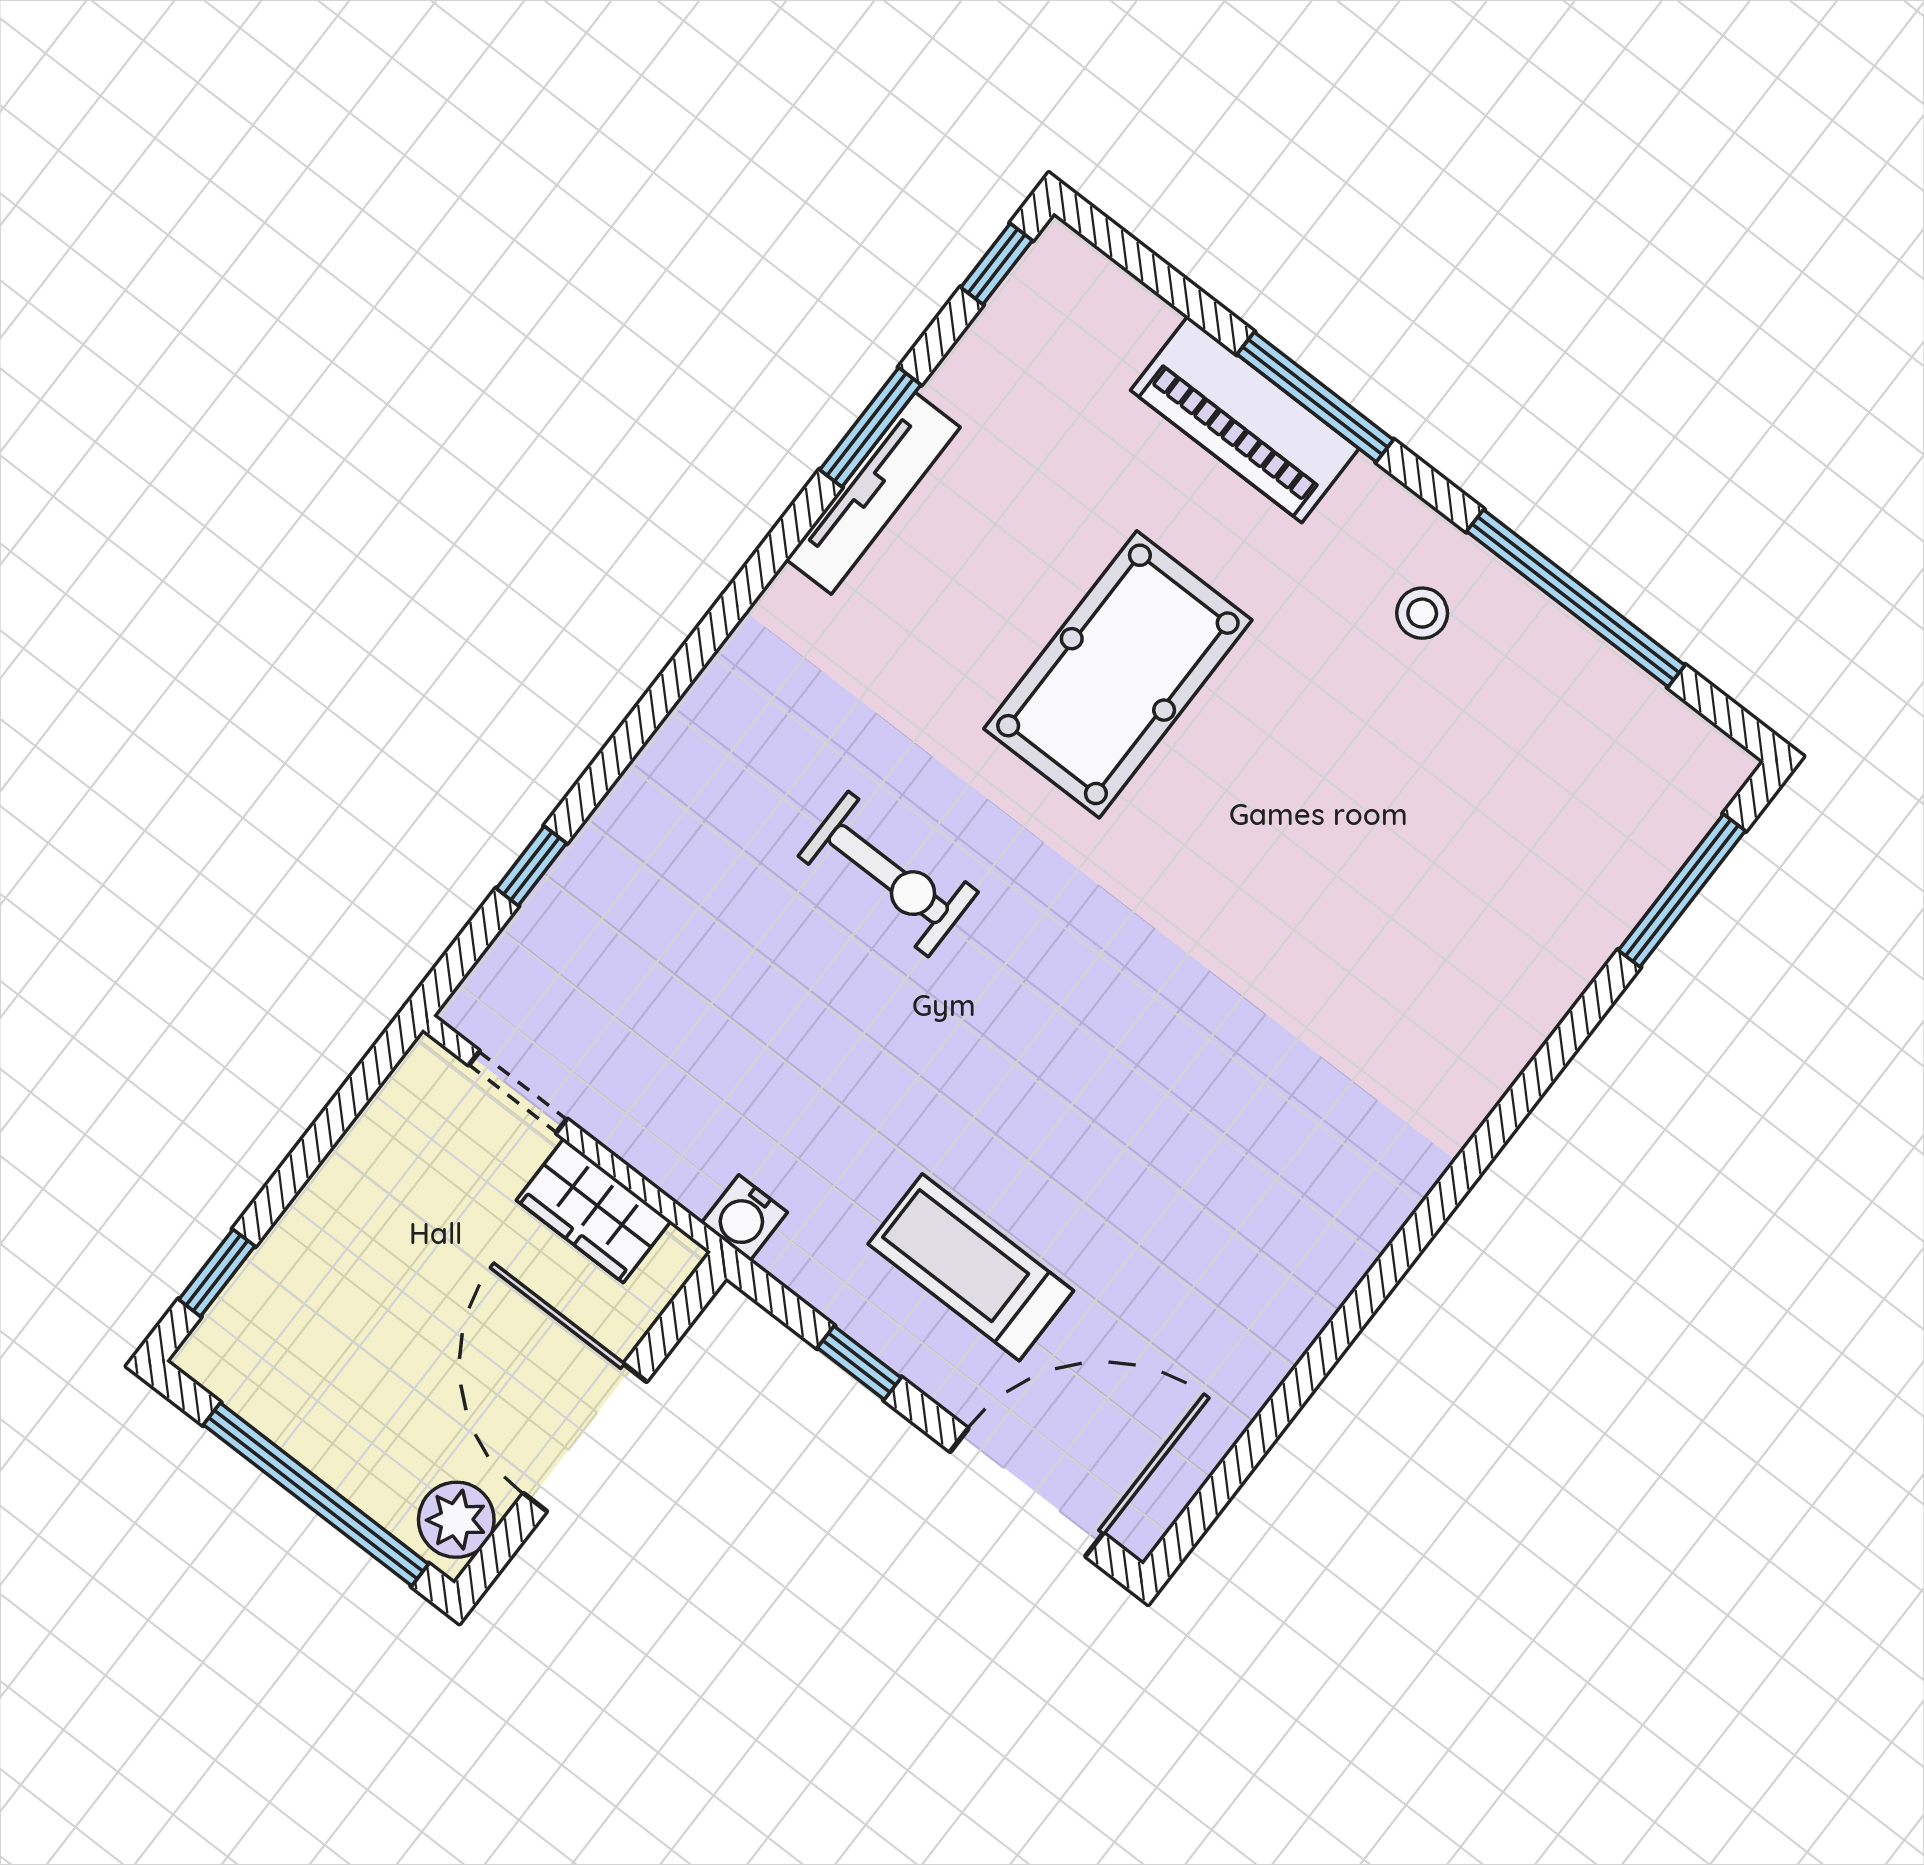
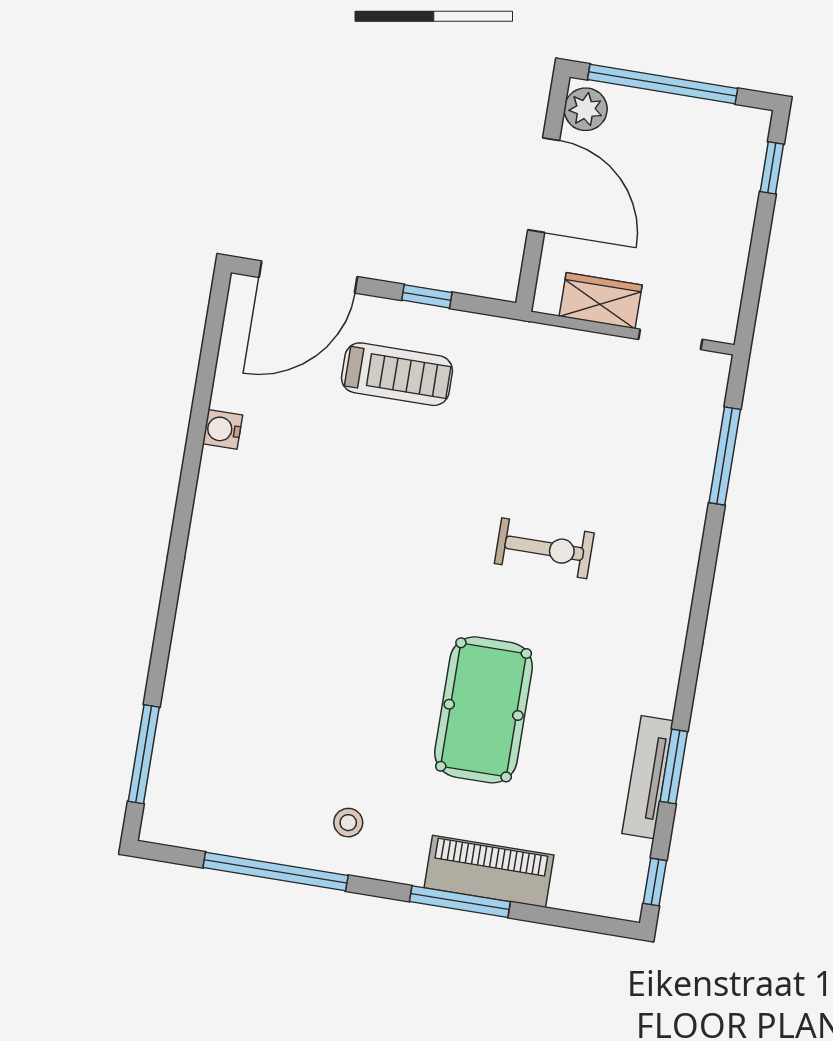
tv unit: (873, 493) -> (648, 777), moved
window: (531, 866) -> (725, 456), width x2.17
exercise bike: (888, 874) -> (544, 548), turned 180
water cooler: (744, 1218) -> (223, 429), moved, turned -90

